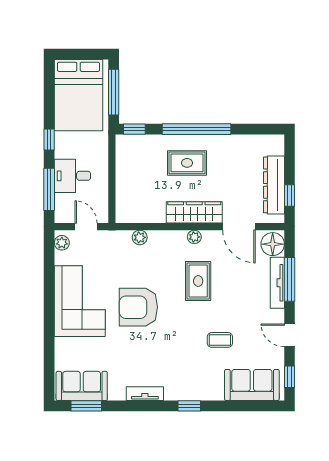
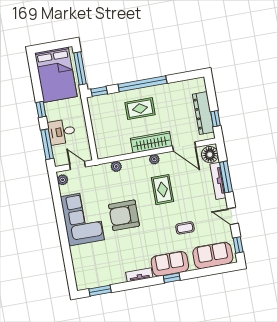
sofa: (82, 386) -> (170, 264), moved

